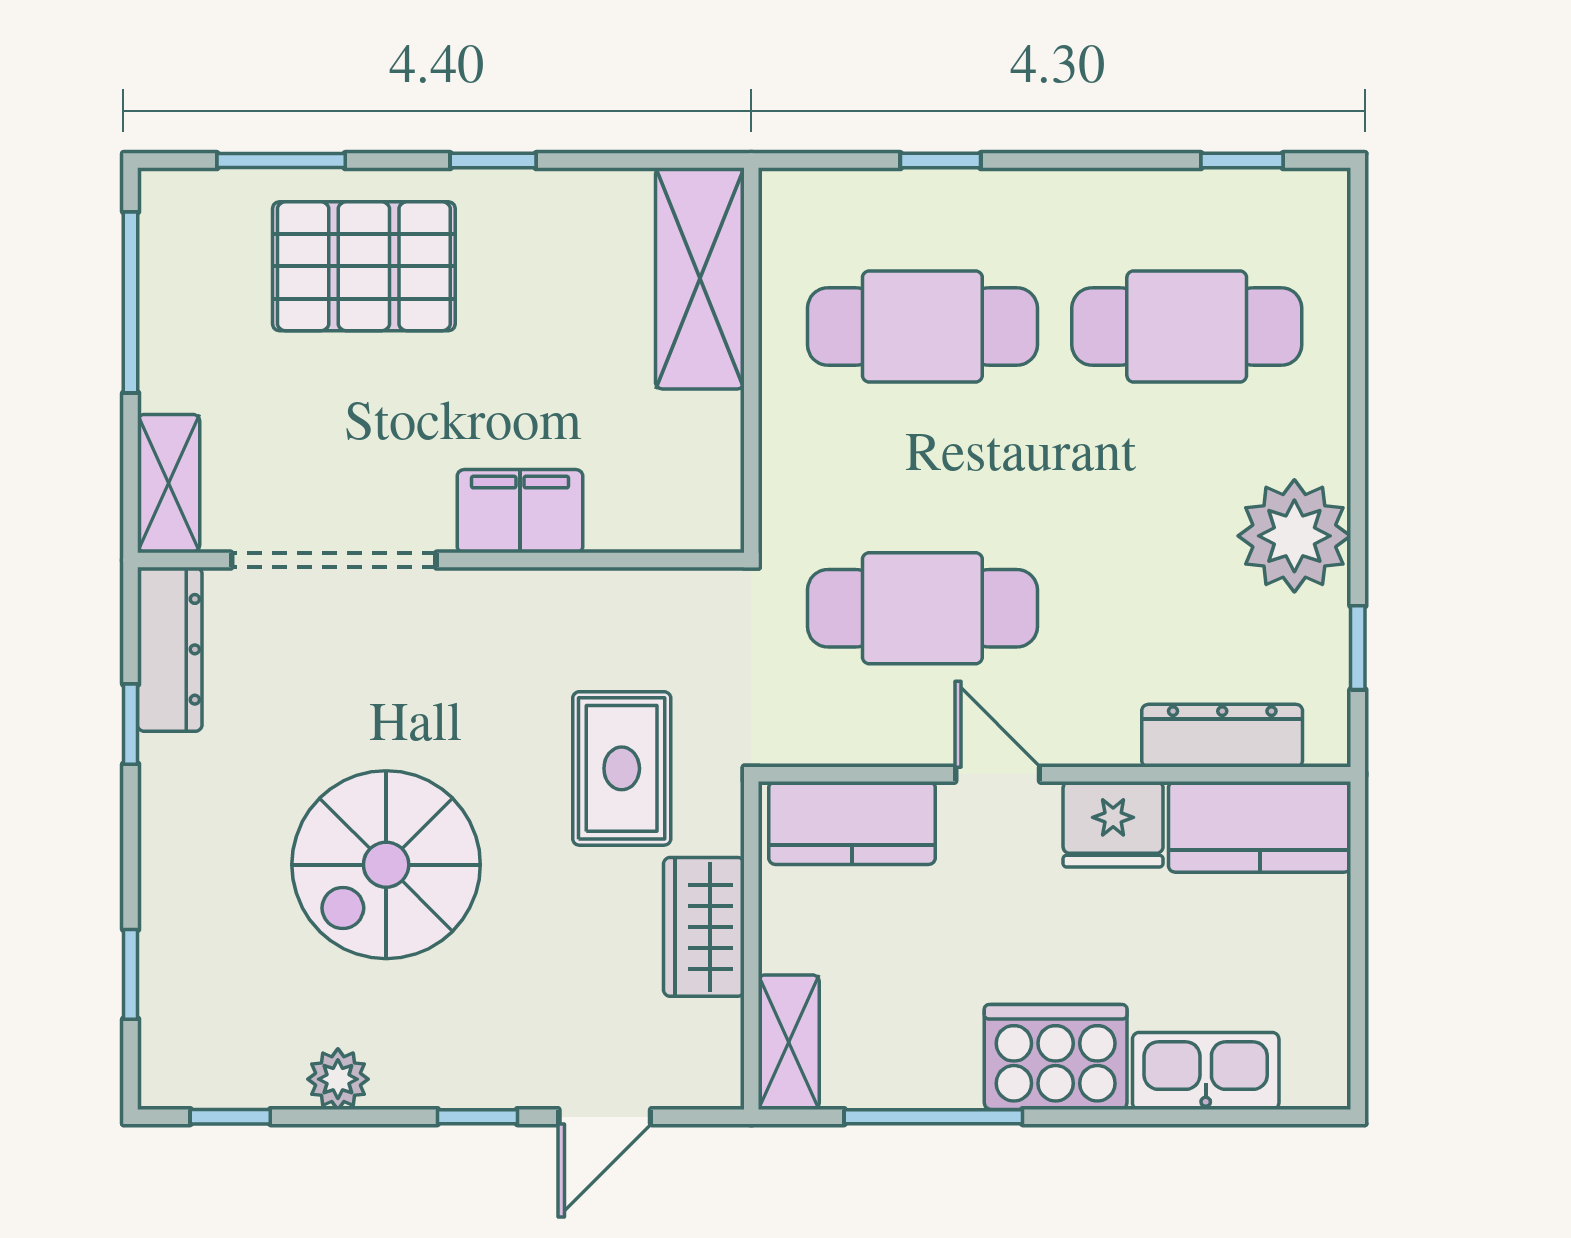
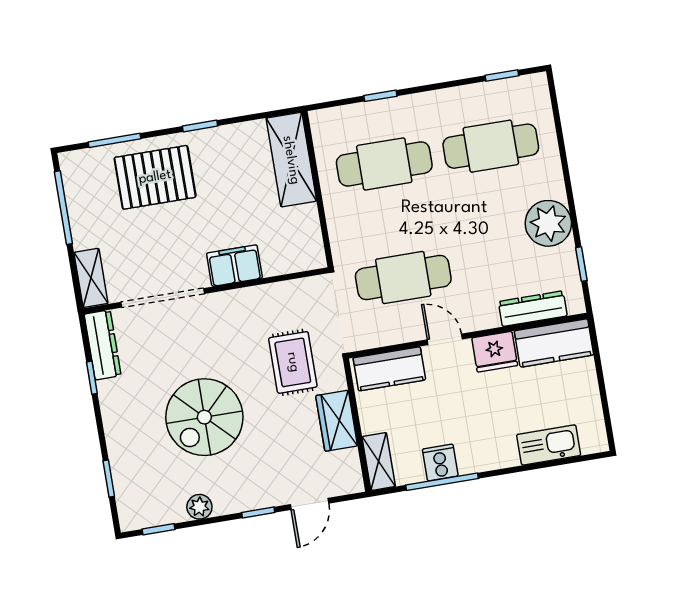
cooker: (1056, 1057) -> (440, 462), moved, width x0.53, depth x0.76

